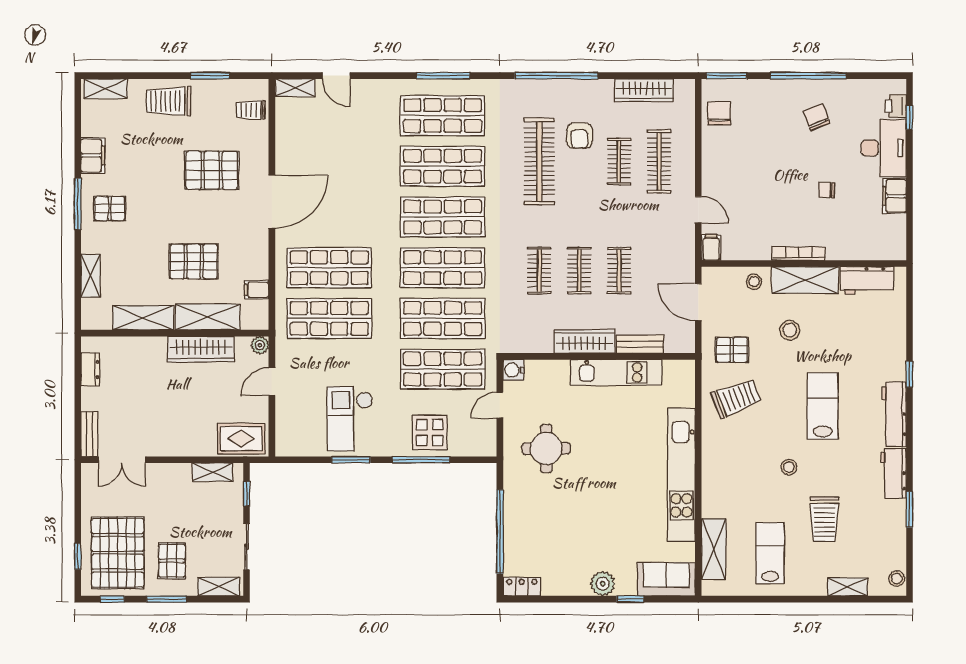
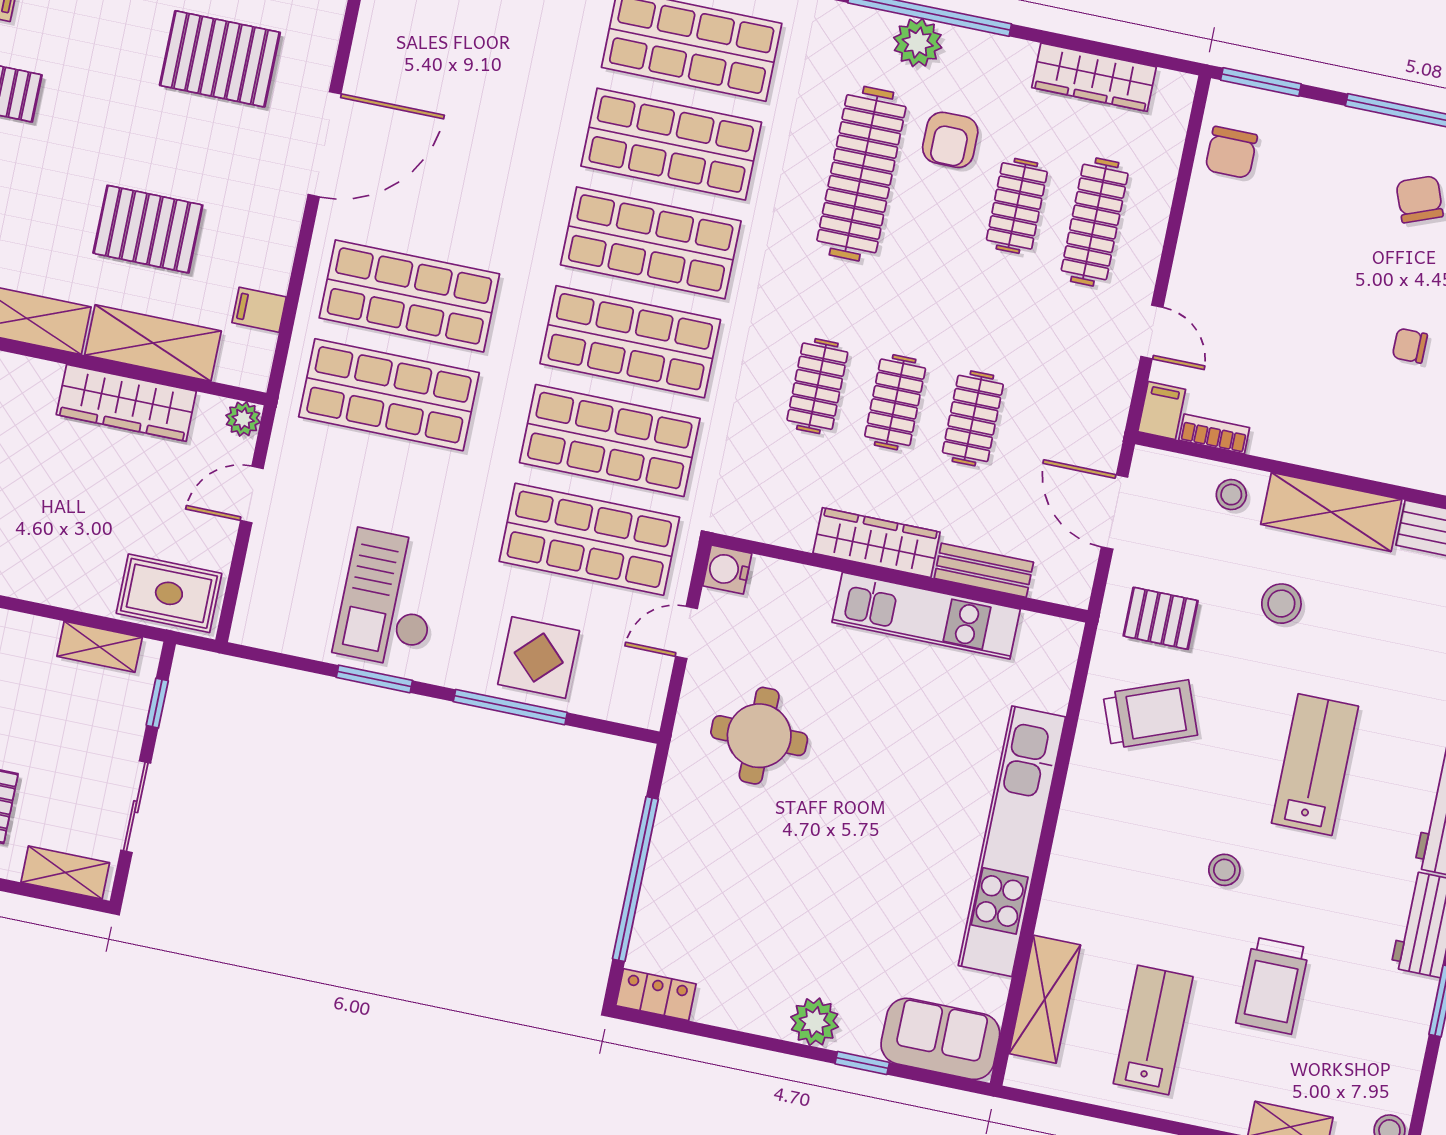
plant: (554, 91) -> (918, 43), added
chair: (719, 113) -> (1231, 152), turned 180
bookcase: (799, 254) -> (1214, 434), moved, width x0.64

